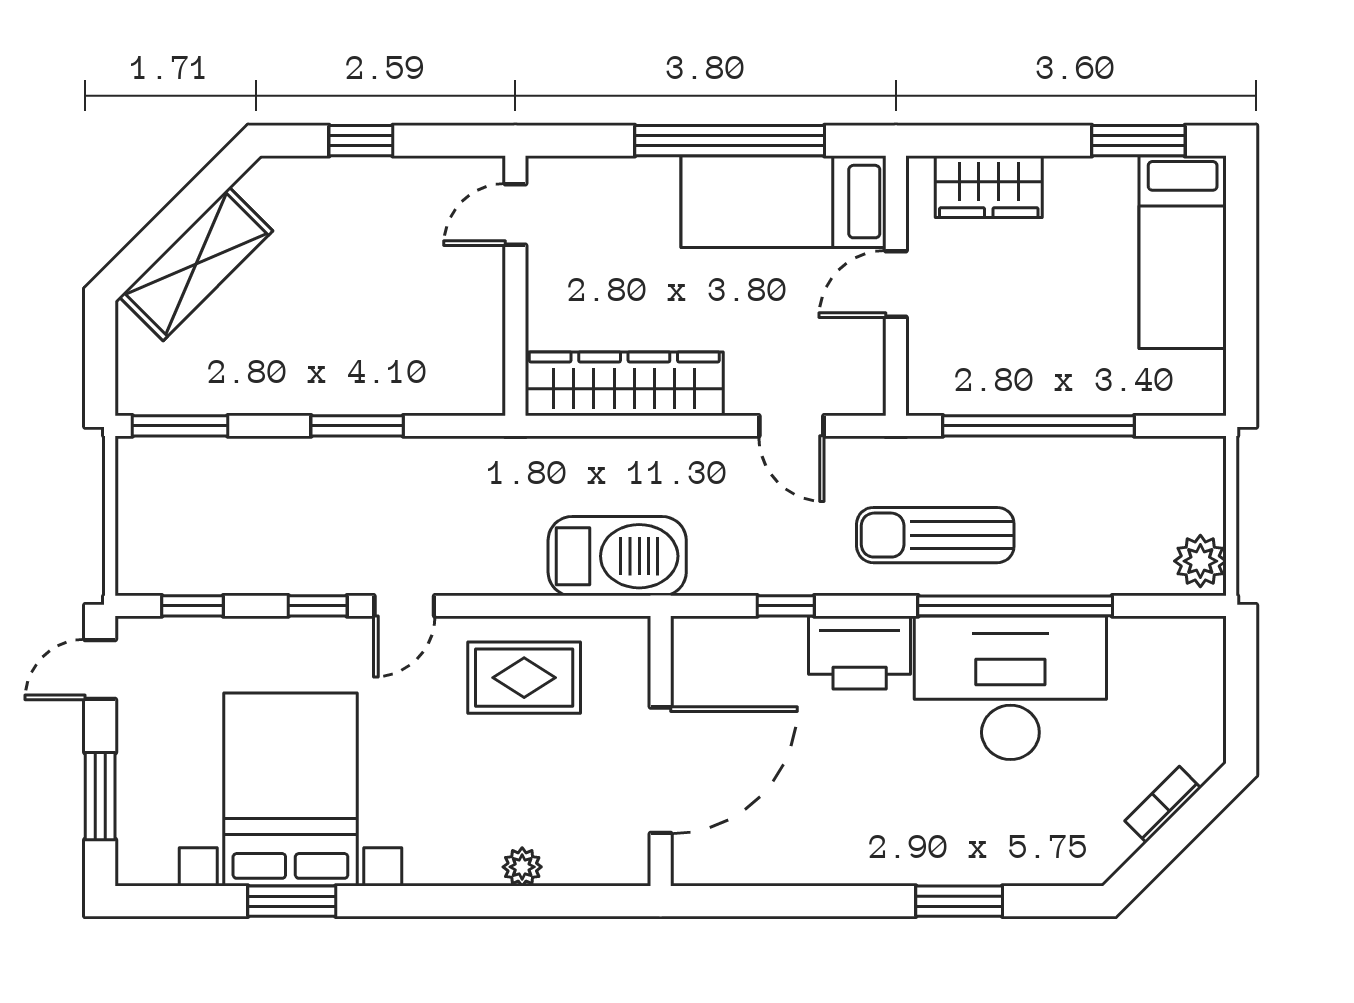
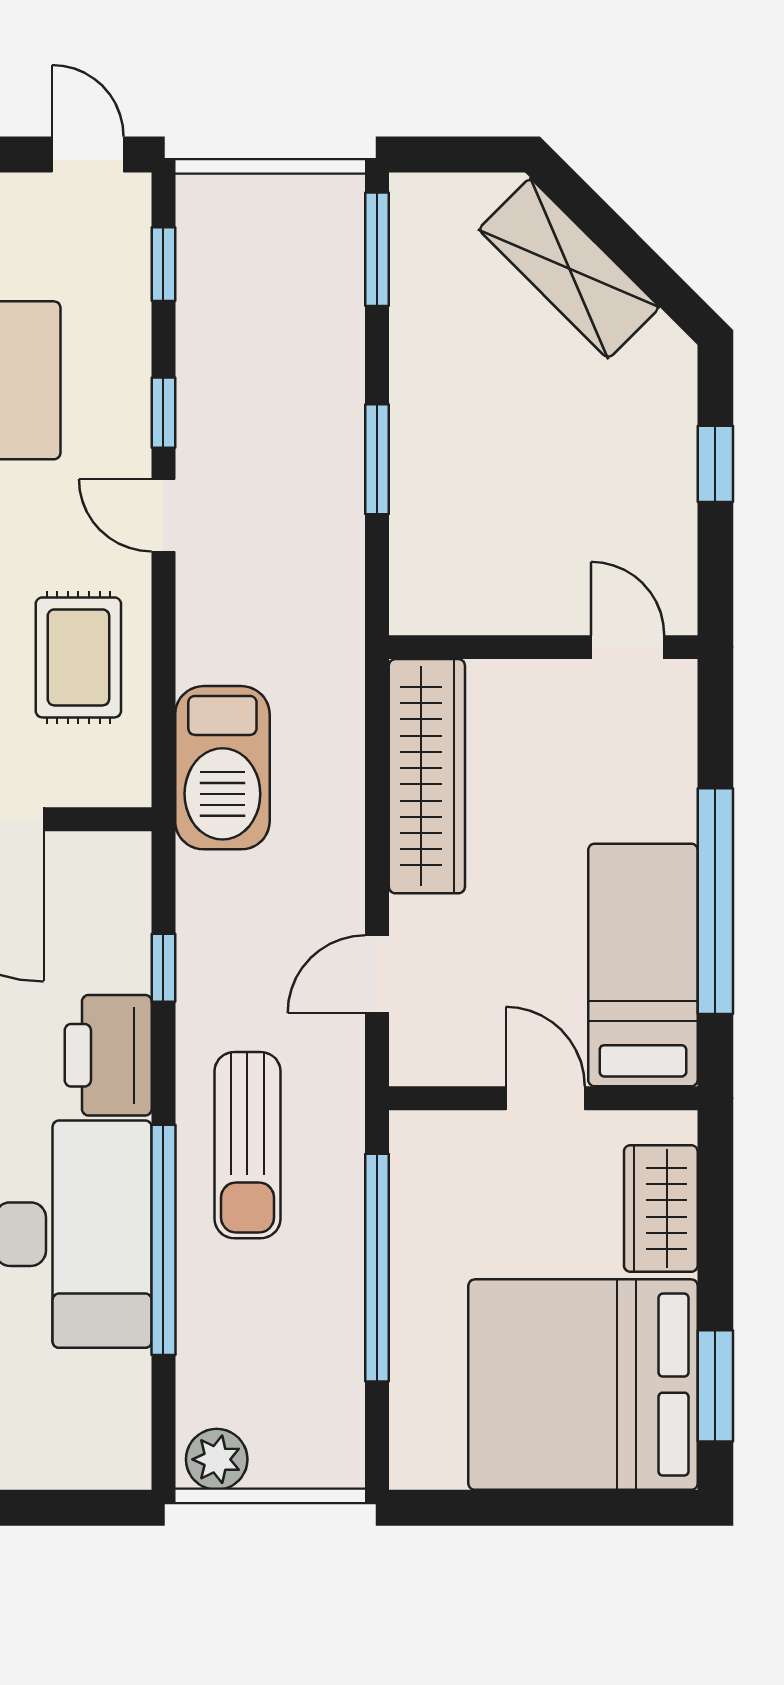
bed: (1183, 252) -> (583, 1385), width x2.04
sun lounger: (935, 535) -> (247, 1145), turned 180

